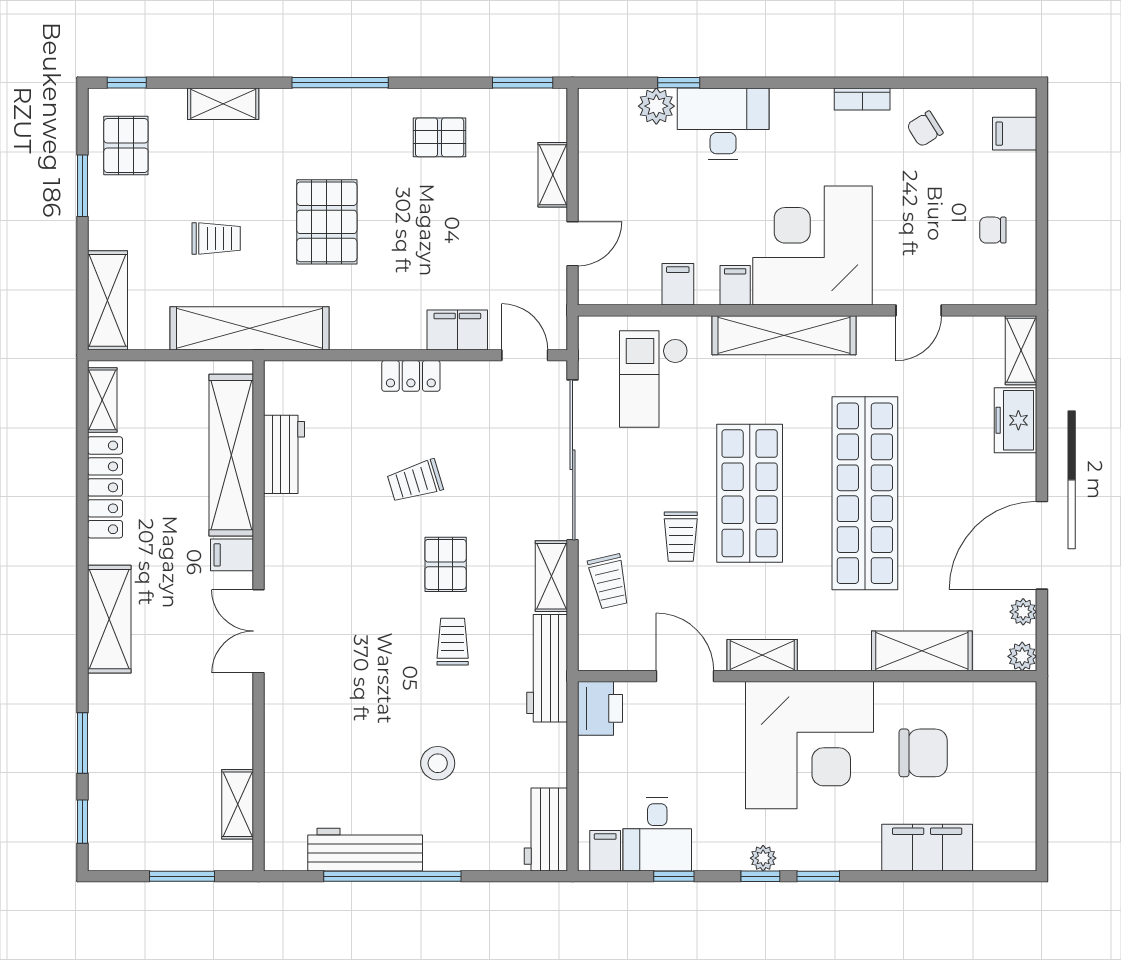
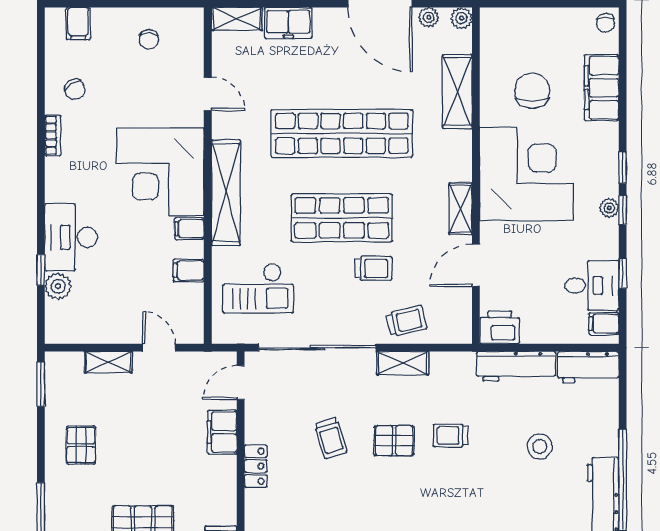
trolley: (415, 481) -> (331, 438), moved
workbench: (547, 668) -> (516, 366), moved
chair: (1016, 853) -> (605, 23), added

